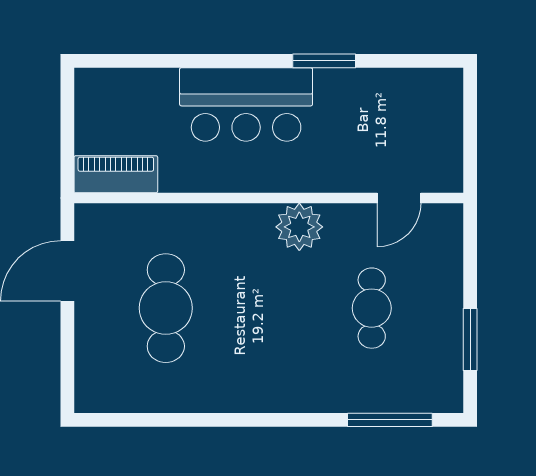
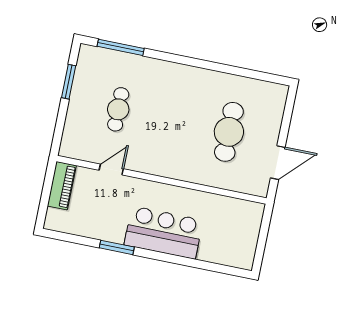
piano: (116, 174) -> (62, 186), moved, turned -90
door: (399, 198) -> (111, 170), moved
plant: (299, 227) -> (148, 161), removed

